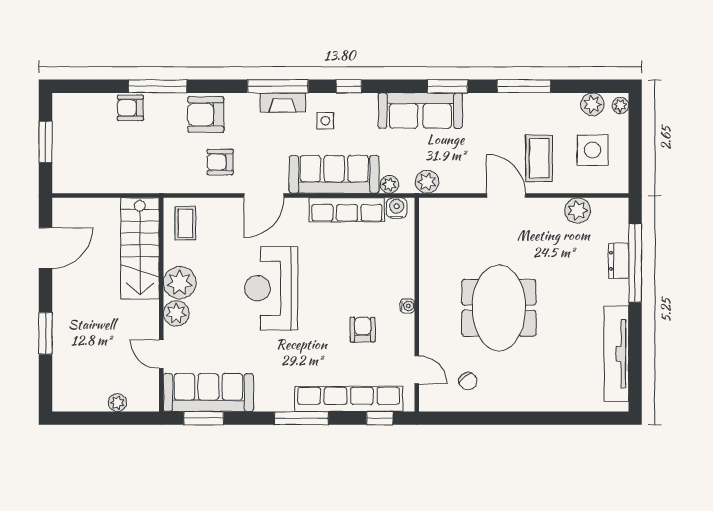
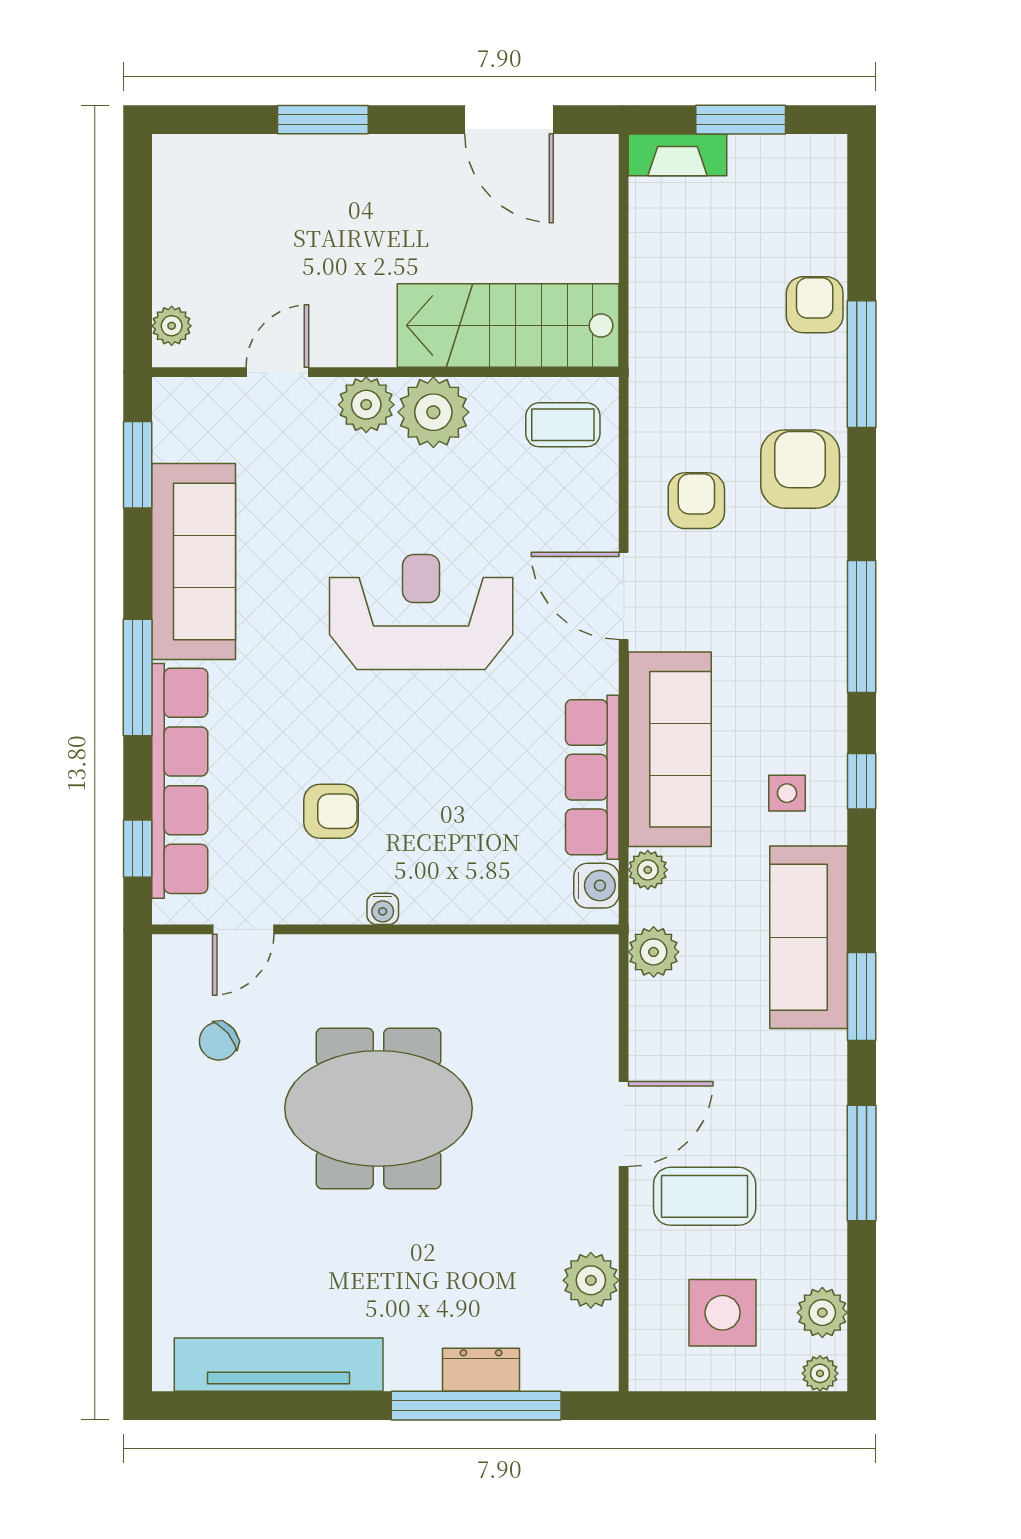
fireplace: (283, 102) -> (677, 155), moved, turned -90
side table: (325, 121) -> (787, 793), moved
sofa: (208, 393) -> (194, 562), moved
plant: (117, 403) -> (172, 326), moved

